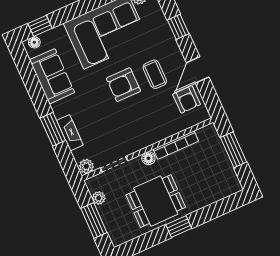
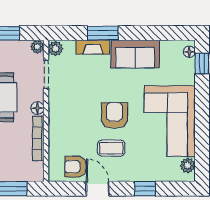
sofa: (52, 76) -> (135, 54), moved
plant: (99, 198) -> (37, 47), moved

